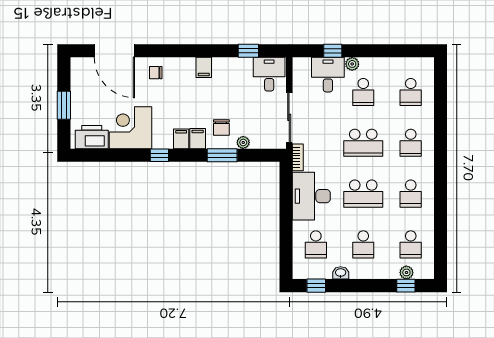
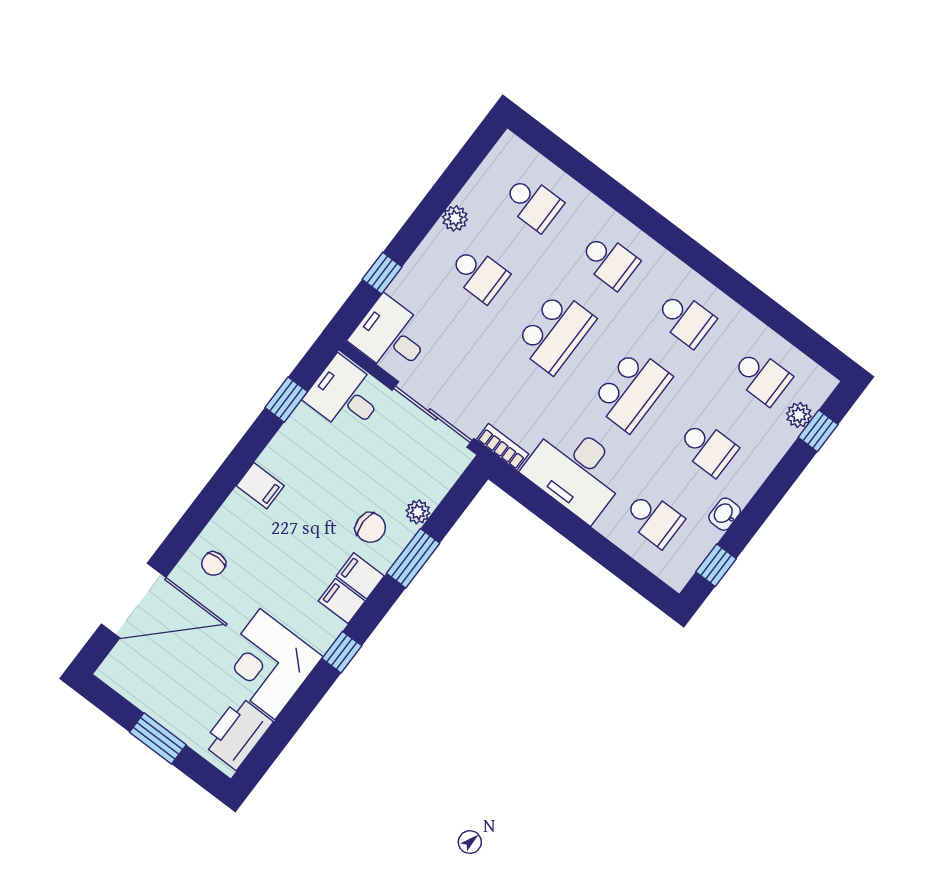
plant: (352, 64) -> (455, 218), moved
desk: (328, 75) -> (391, 336), moved

